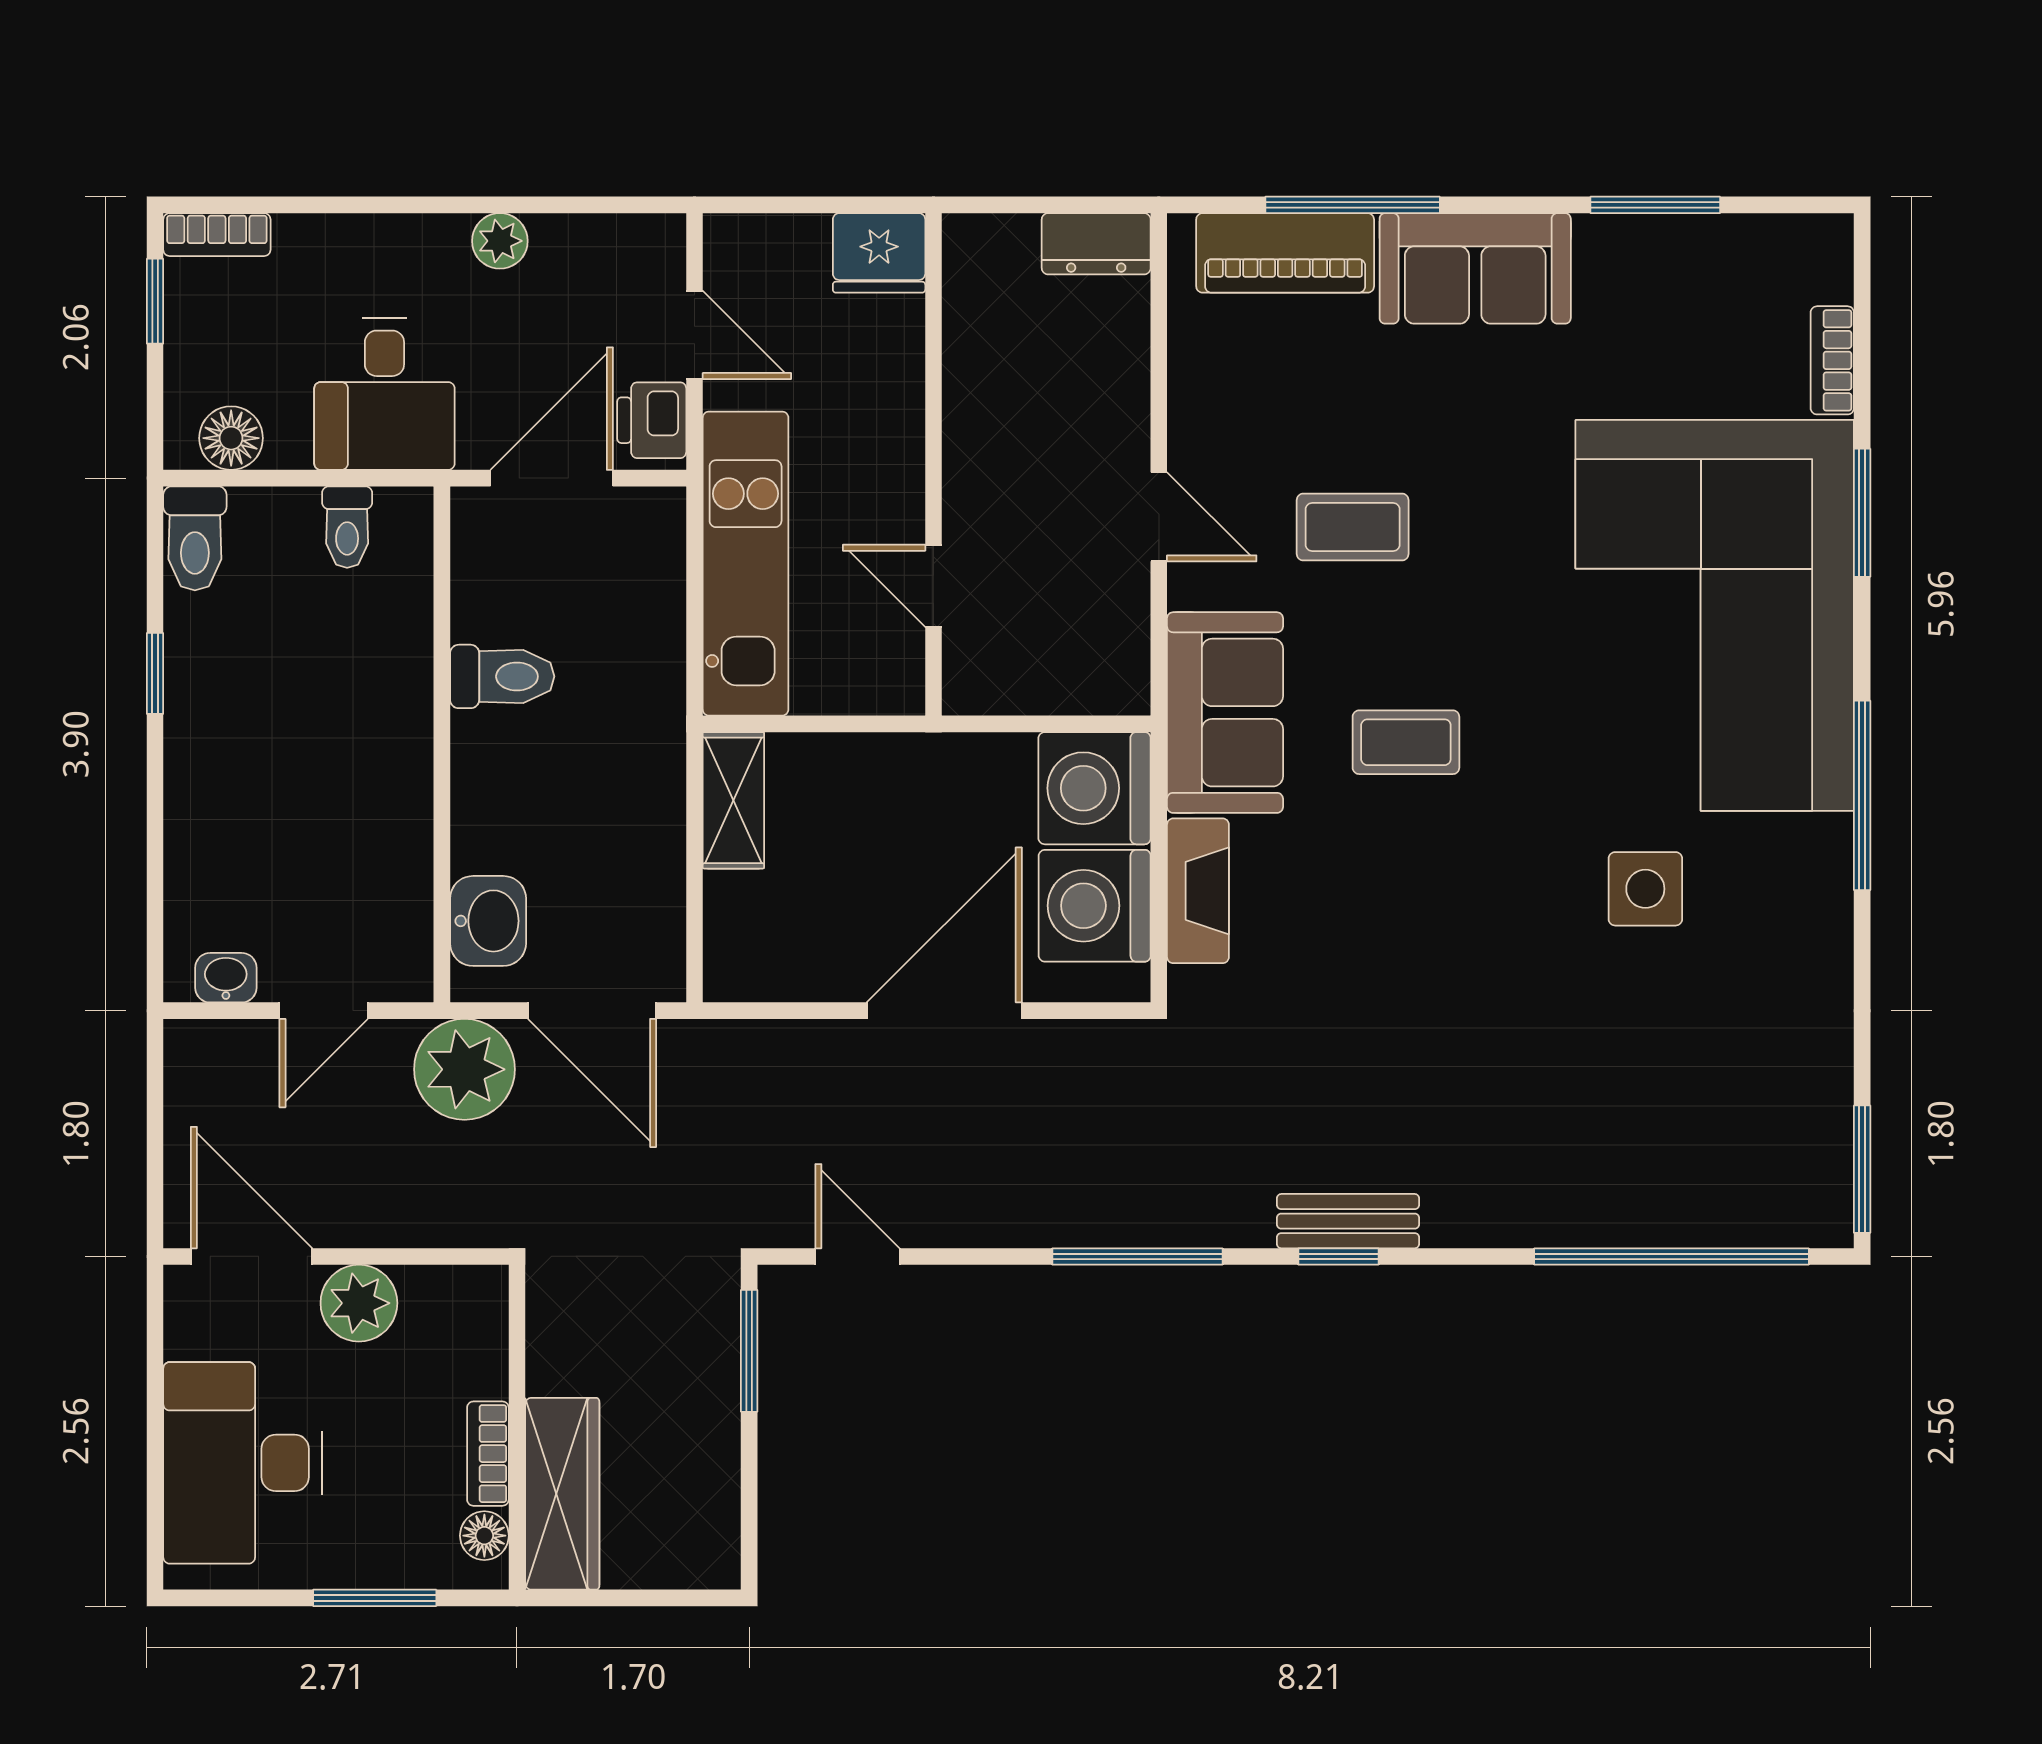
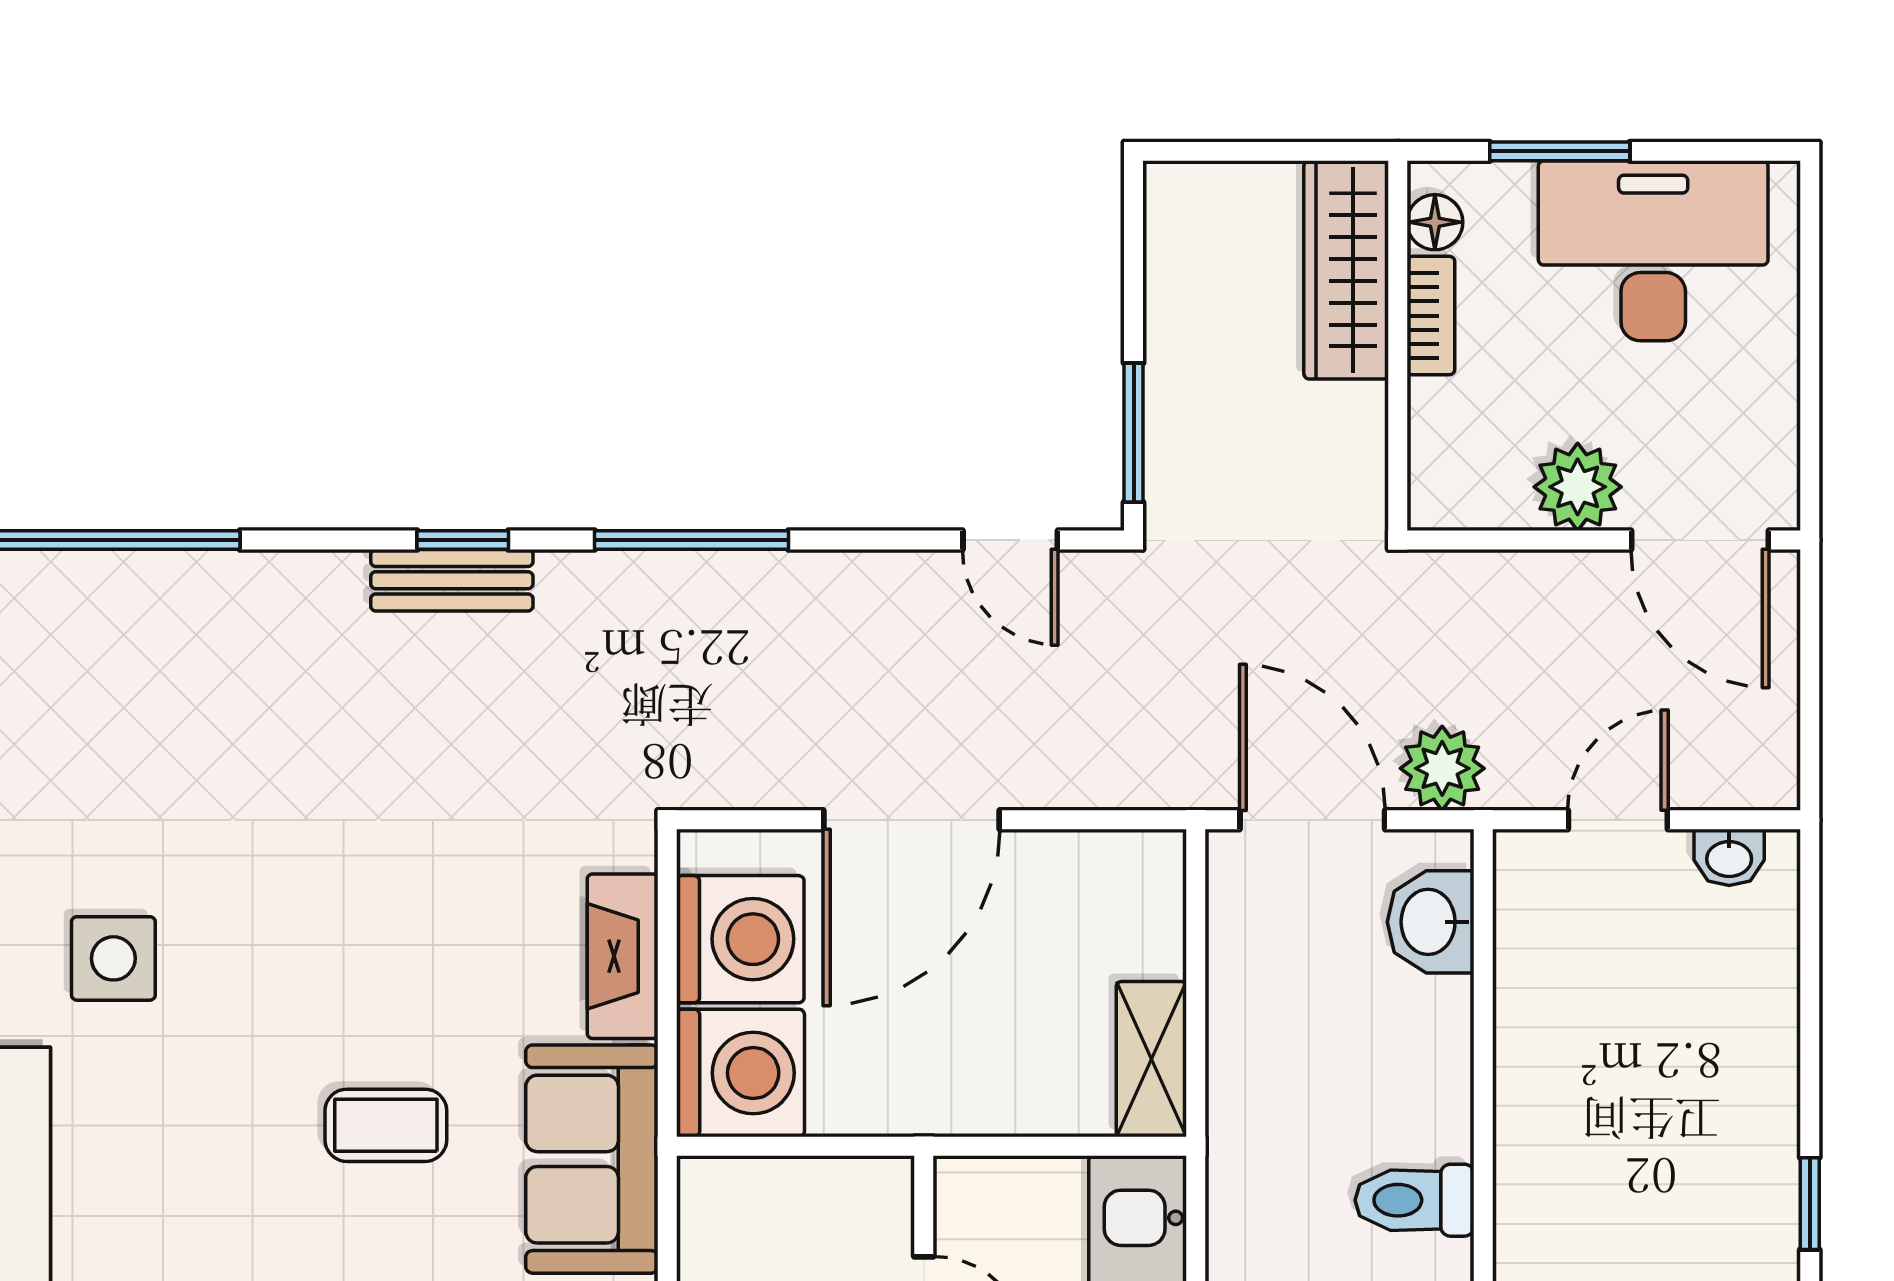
plant: (464, 1069) -> (1442, 768), width x0.73, depth x0.73
desk: (242, 1463) -> (1653, 251), moved, turned -90

